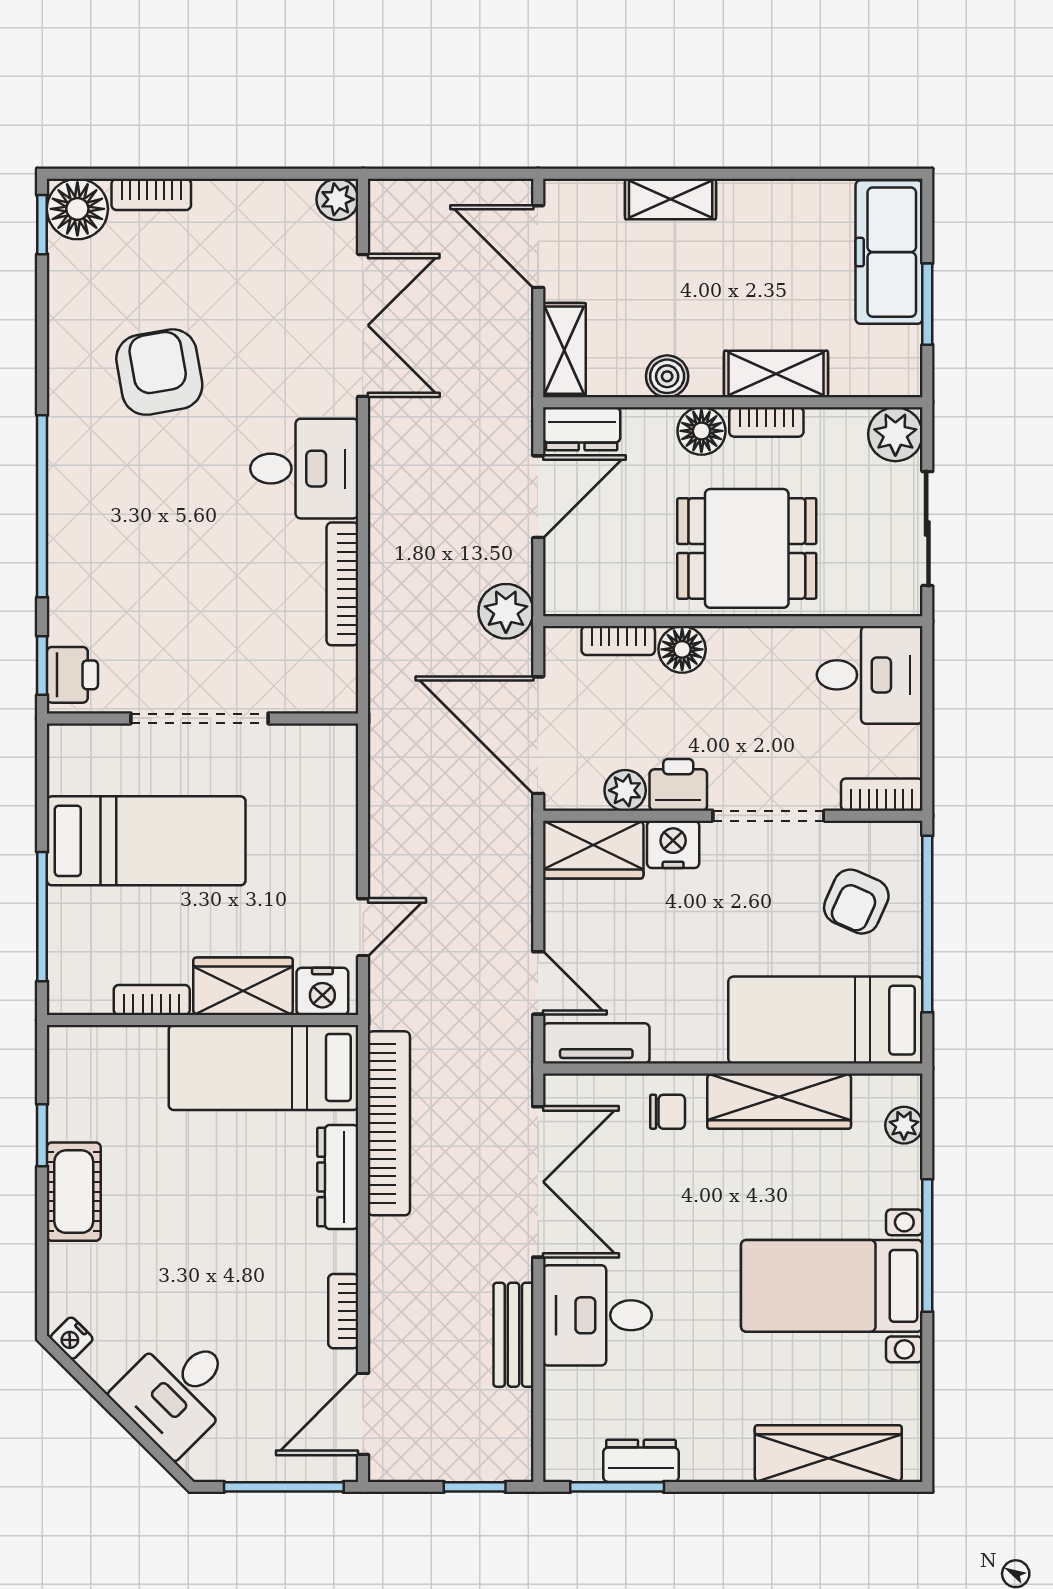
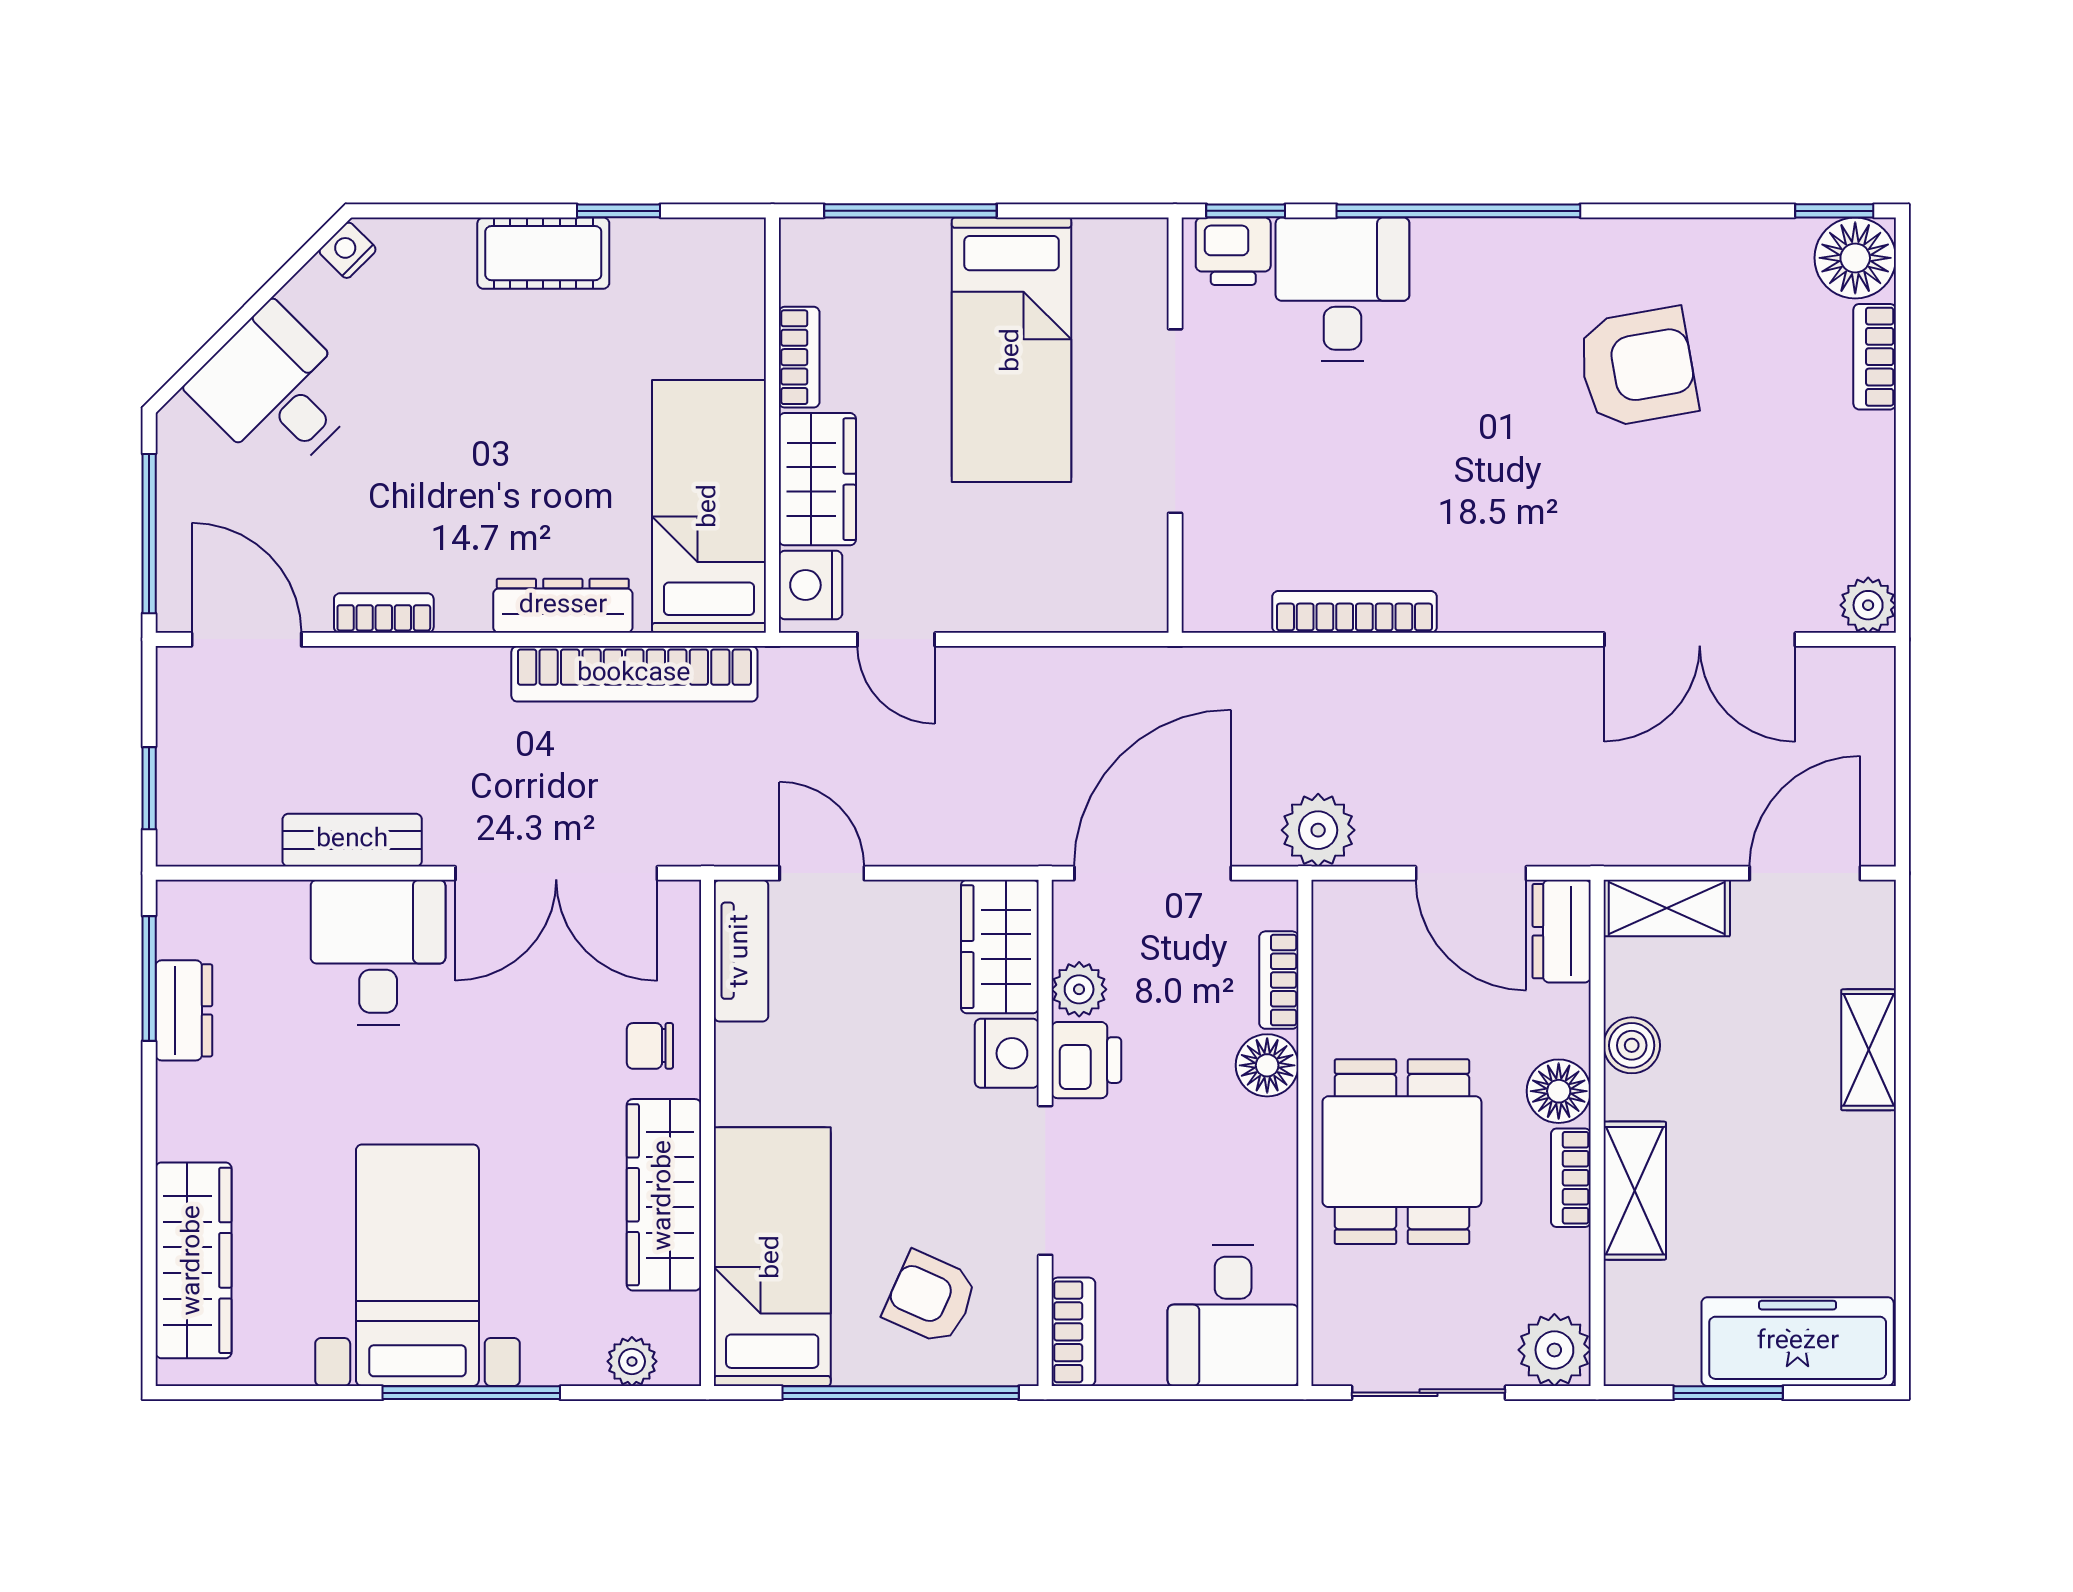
desk: (304, 469) -> (1342, 289), moved, turned 180
door: (538, 983) -> (822, 873), swing flipped
chair: (668, 1112) -> (650, 1046), turned 90

